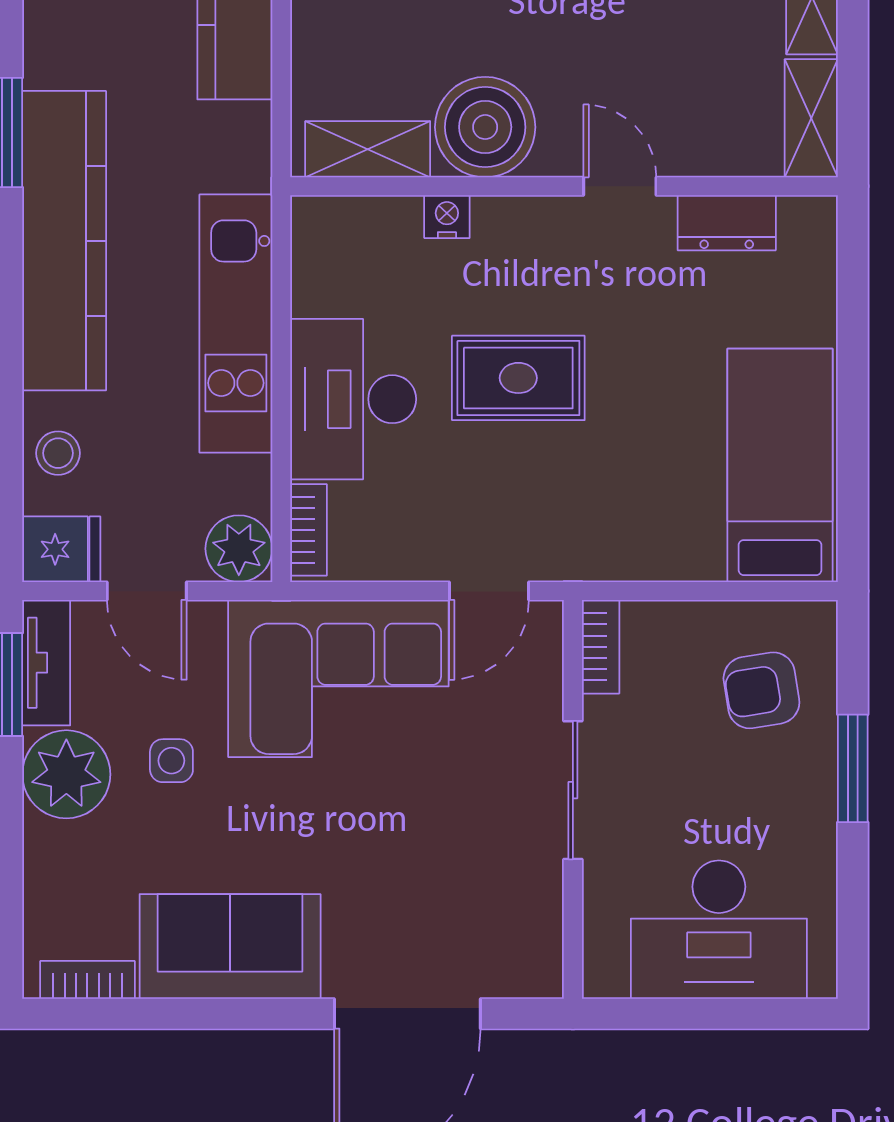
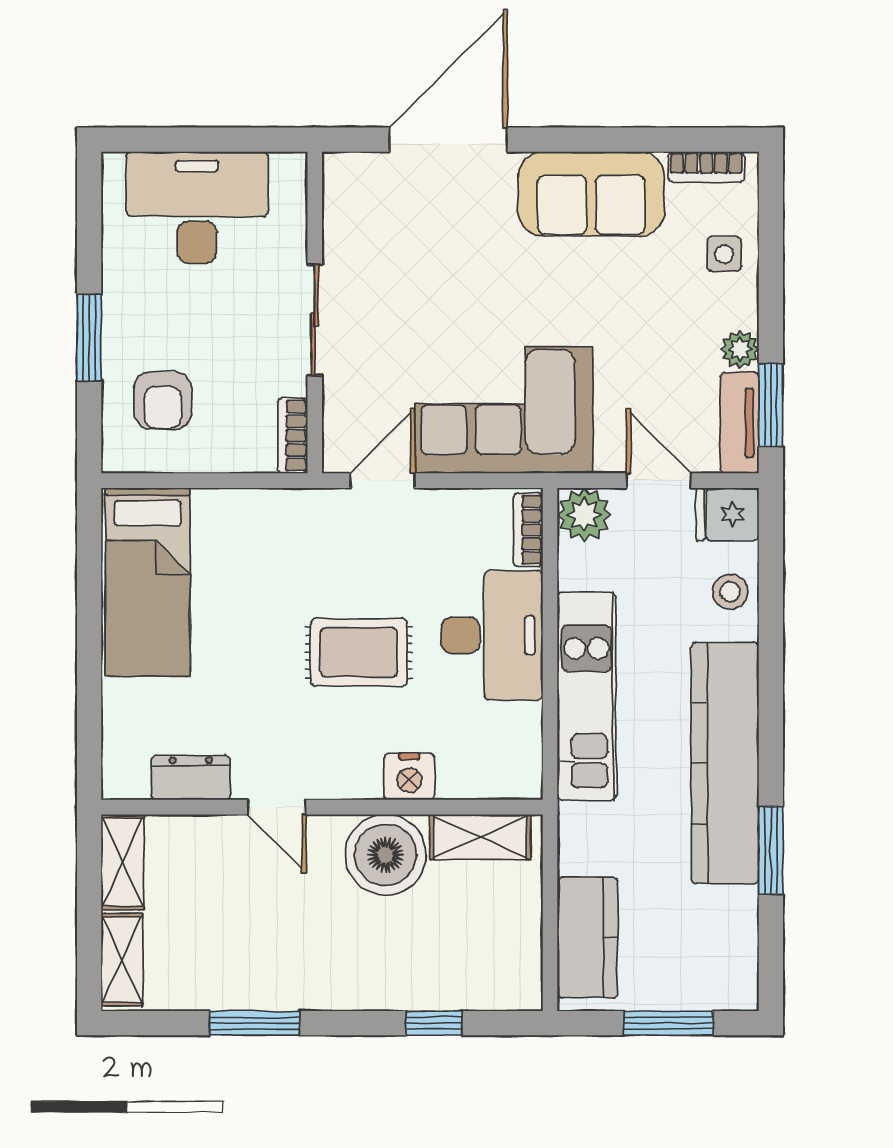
nightstand: (447, 217) -> (409, 776), width x1.39, depth x1.35
armchair: (761, 690) -> (163, 400), turned 99
side table: (171, 761) -> (724, 254), moved
plant: (66, 774) -> (740, 349), width x0.53, depth x0.53

